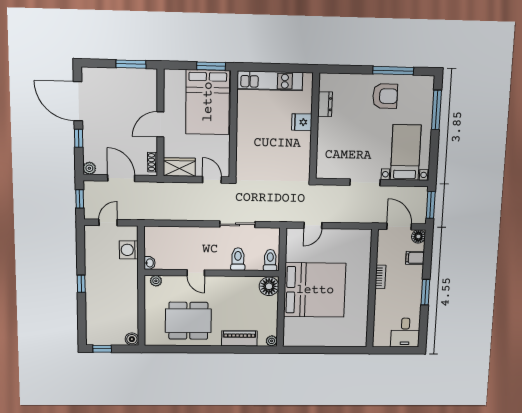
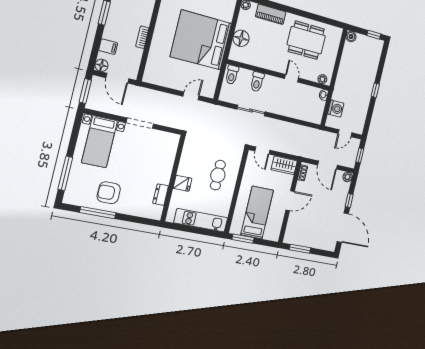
bed: (208, 102) -> (257, 212), width x0.67
cafe table: (261, 140) -> (218, 175), added
floor lamp: (269, 286) -> (241, 38), moved

